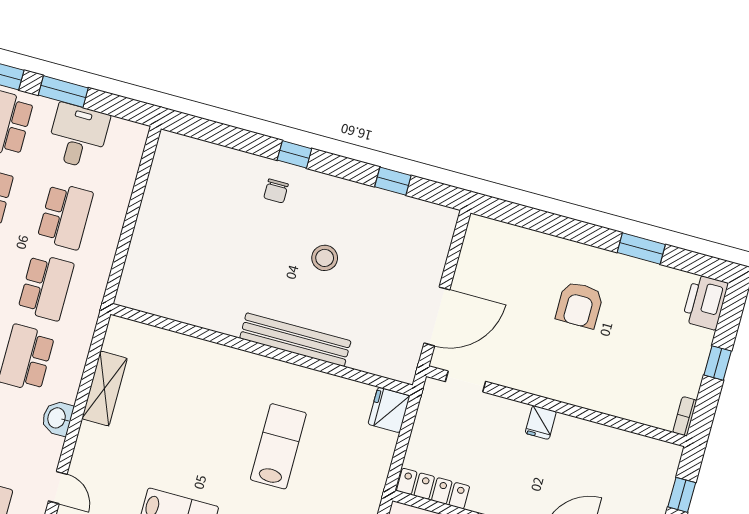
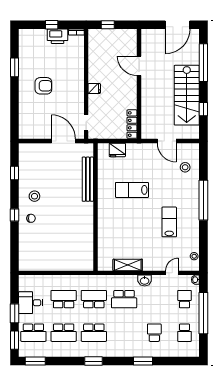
stool: (325, 258) -> (34, 196), moved
printer: (705, 302) -> (58, 36), moved
bench: (295, 340) -> (88, 179), moved
fridge: (389, 410) -> (117, 150), moved

